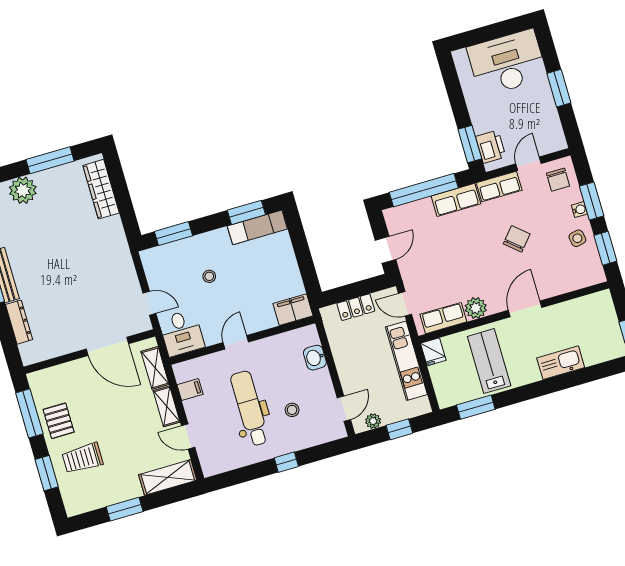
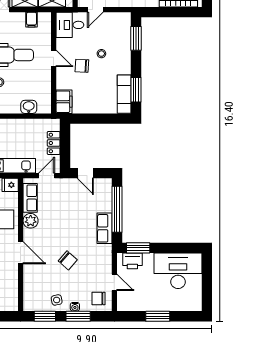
desk: (507, 63) -> (178, 271), moved, turned -90
row of seats: (499, 186) -> (105, 259), removed
chair: (235, 299) -> (82, 66), added

